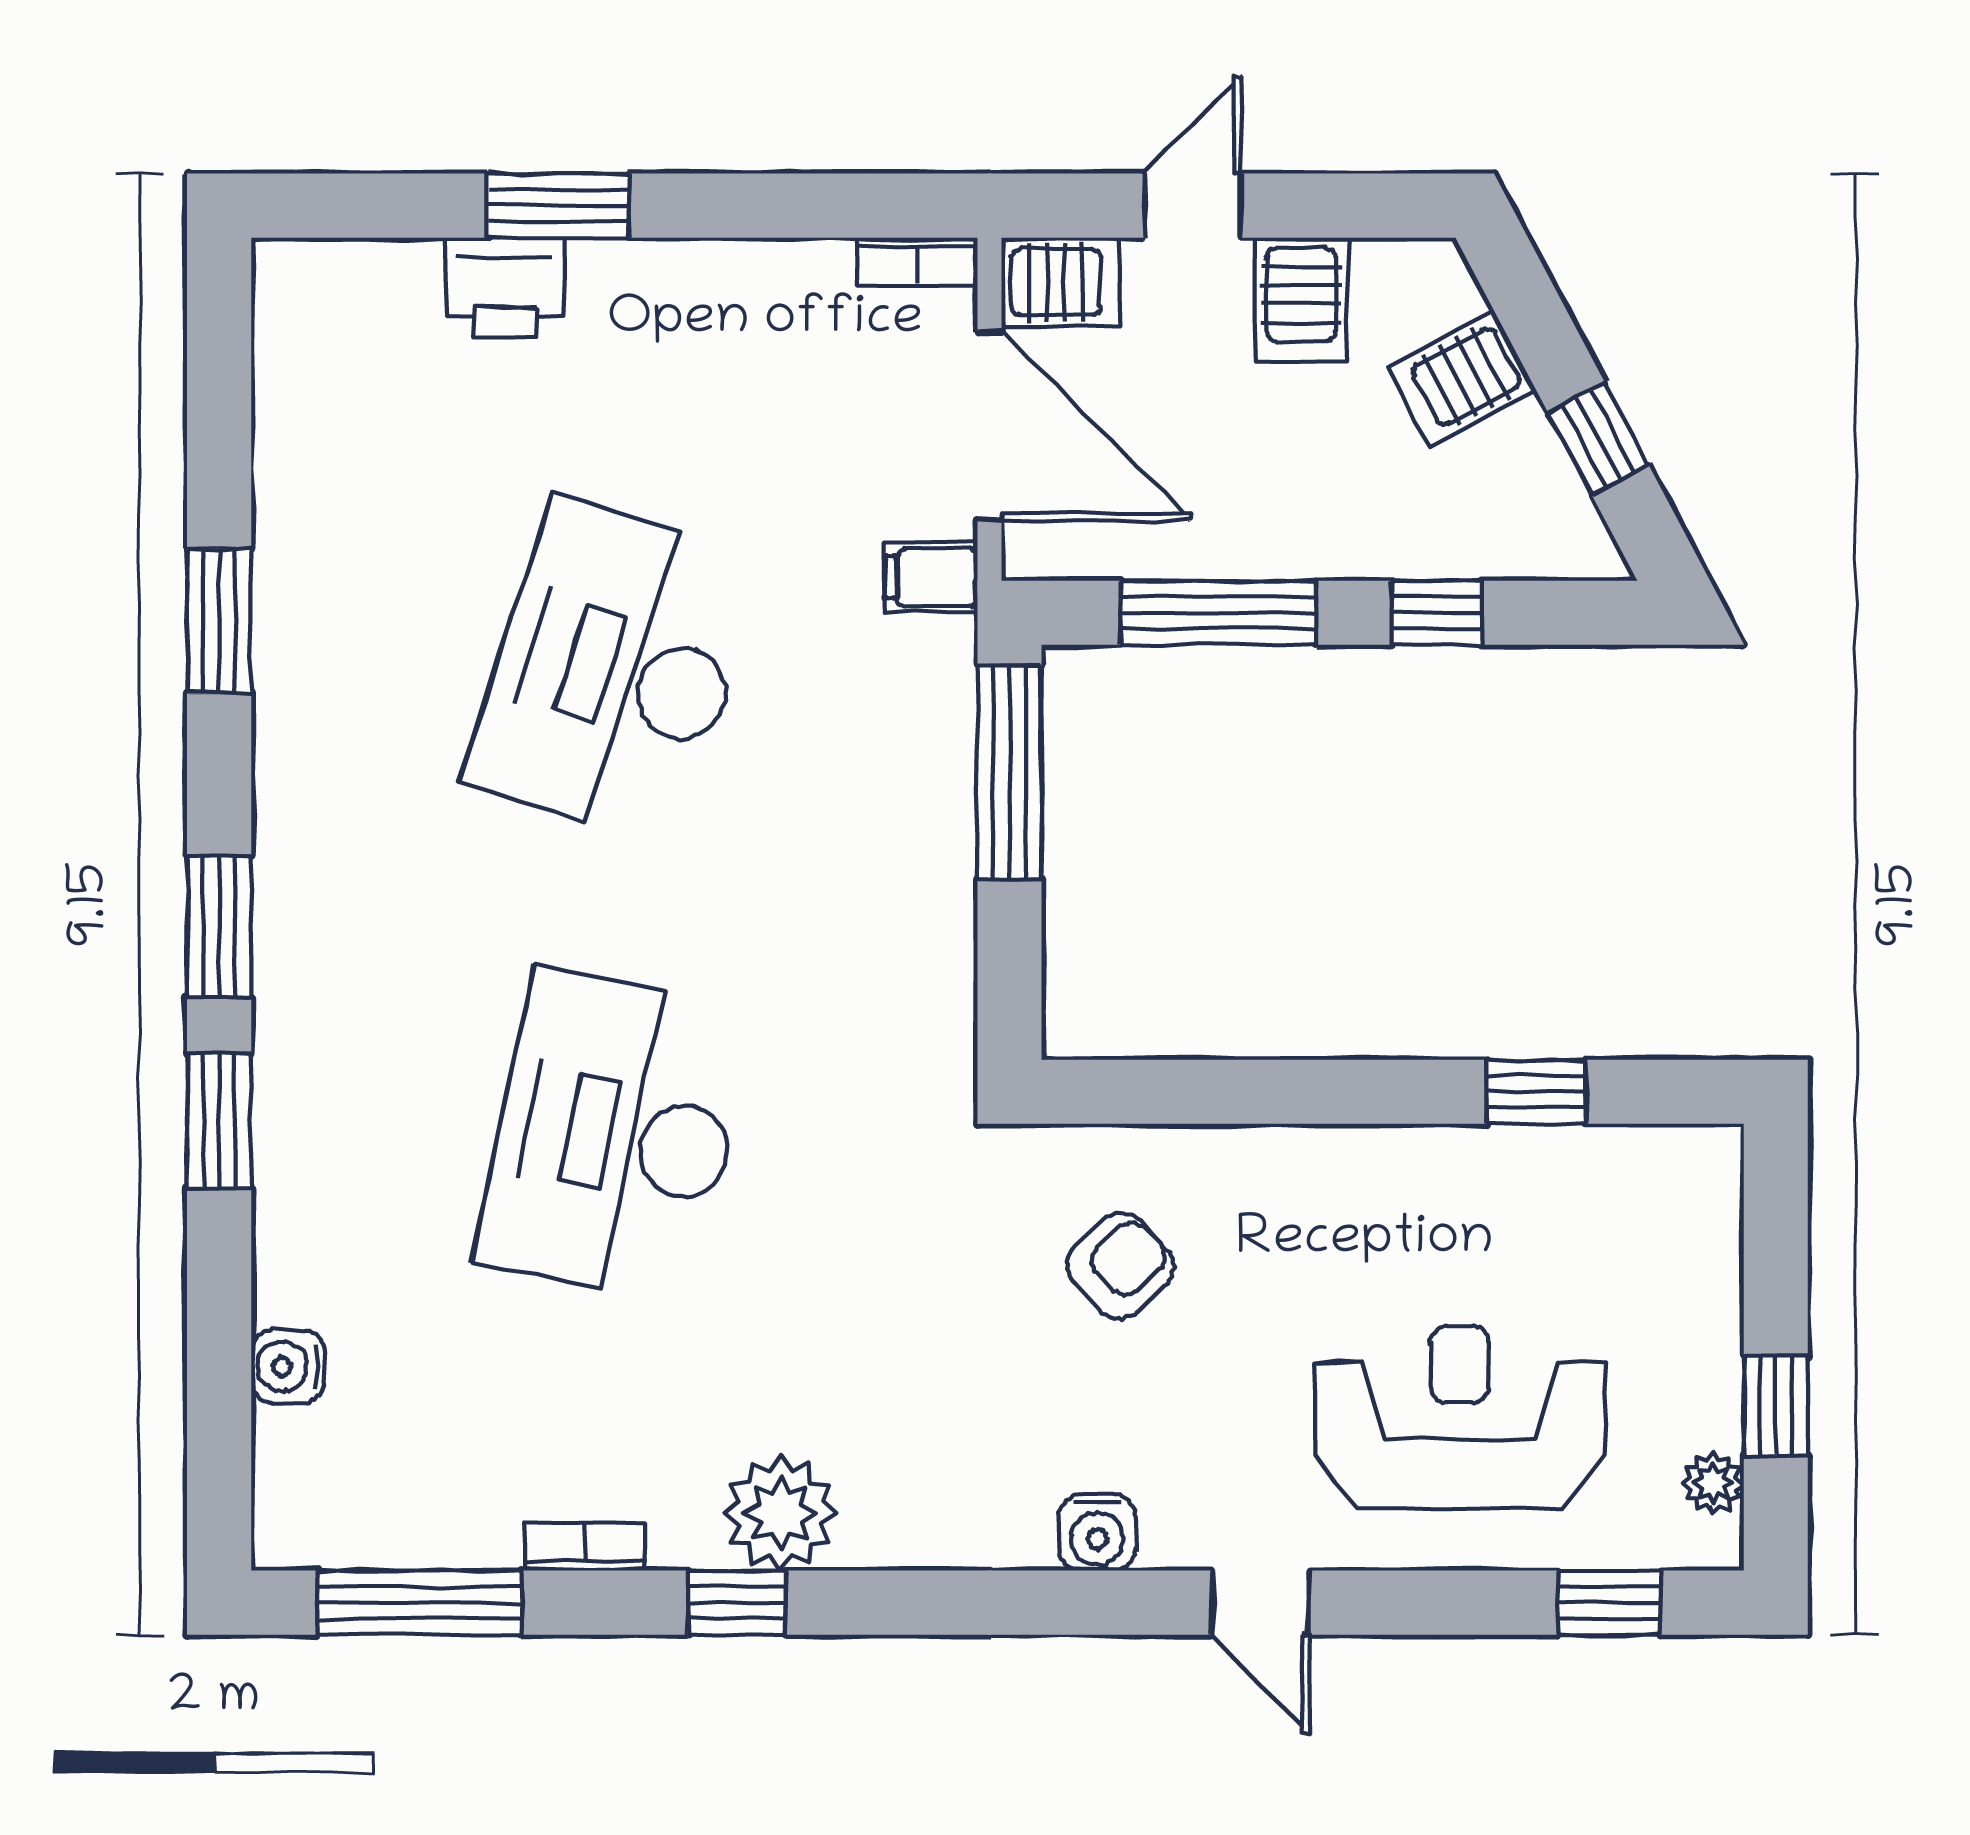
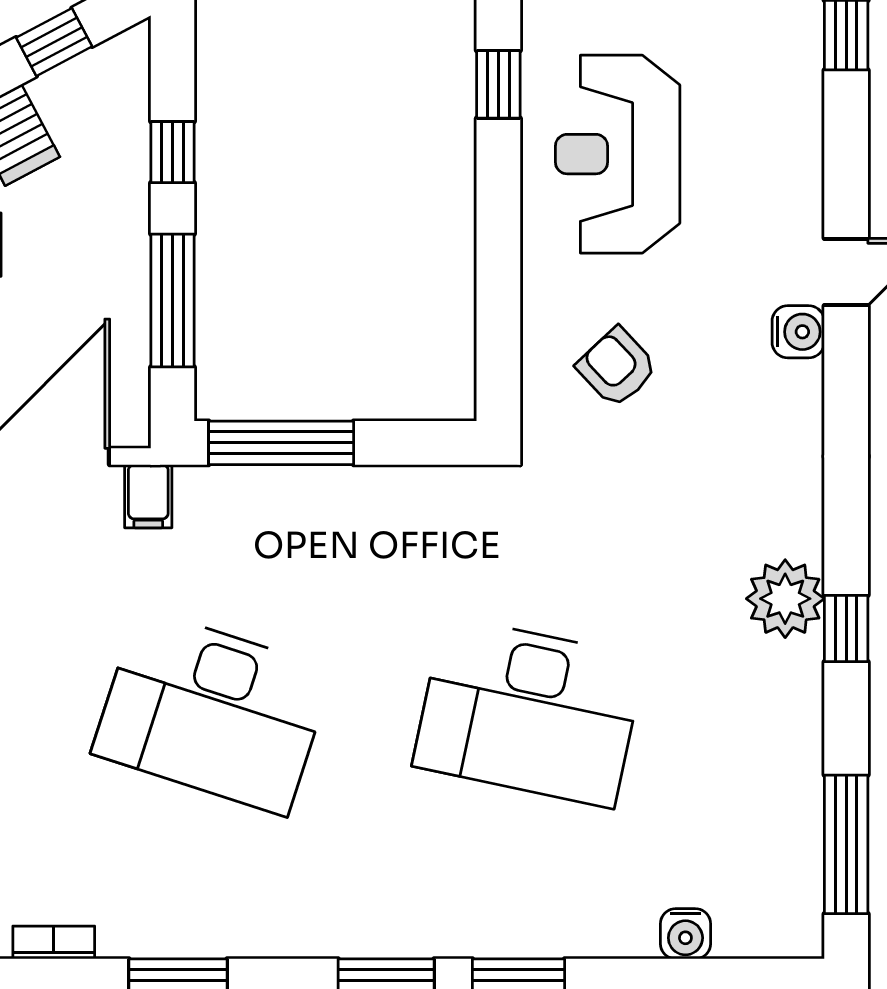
reception desk: (1460, 1418) -> (618, 154), moved
water cooler: (1097, 1532) -> (798, 332), moved
bookcase: (586, 1547) -> (54, 942), moved, turned 90

